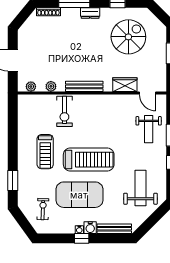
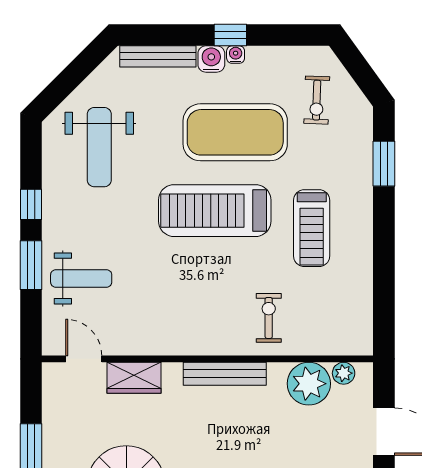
plant: (51, 86) -> (309, 384), width x1.87, depth x1.87
exercise bike: (64, 111) -> (269, 318), width x0.73, depth x0.72
weight bench: (149, 129) -> (81, 278), turned 90
treadmill: (45, 152) -> (312, 228), turned 180

